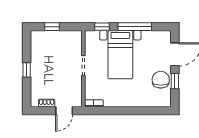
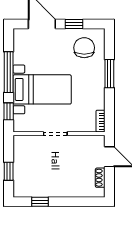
window: (27, 70) -> (40, 202), moved
chair: (161, 80) -> (84, 48), moved, turned 90
window: (134, 111) -> (109, 74), added

